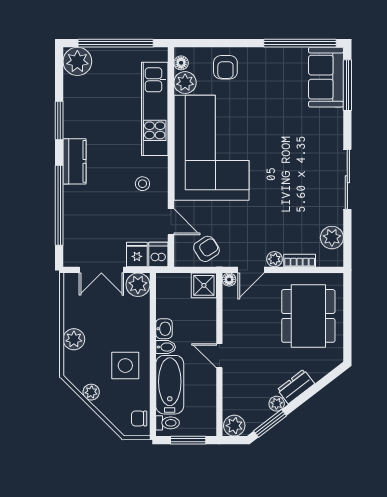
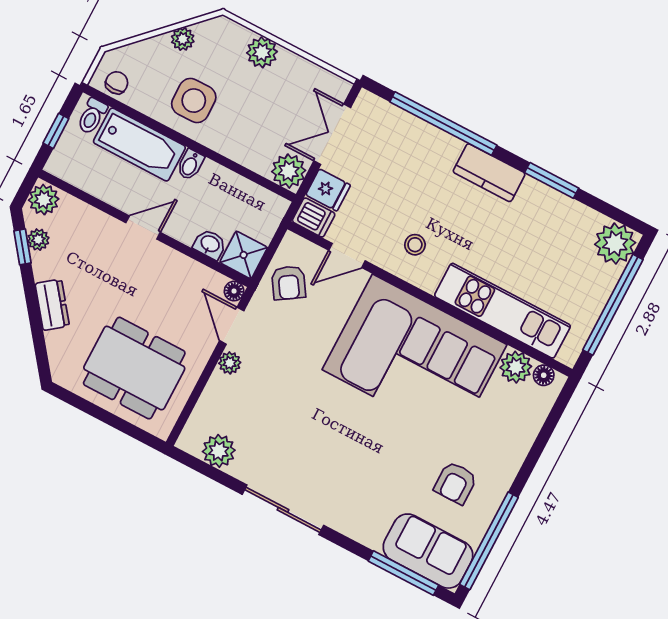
armchair: (225, 67) -> (455, 483), moved, turned -90
bookcase: (300, 261) -> (211, 394), removed
washbasin: (164, 329) -> (210, 244), moved, turned 180
plant: (277, 404) -> (38, 240), moved
window: (270, 423) -> (23, 247), width x0.67
window: (188, 440) -> (56, 131), width x0.67

